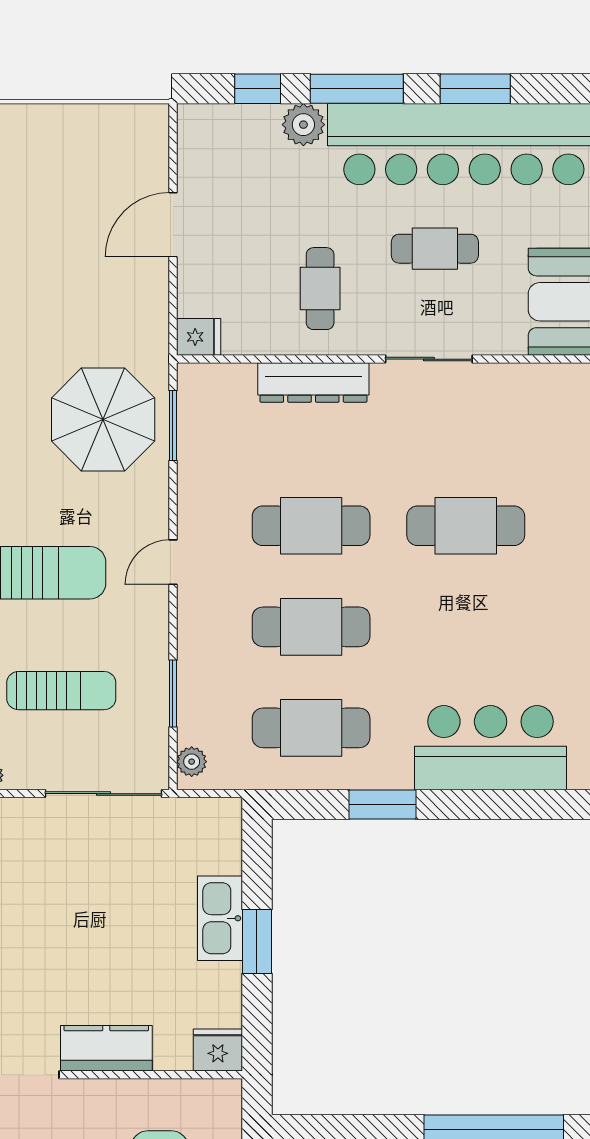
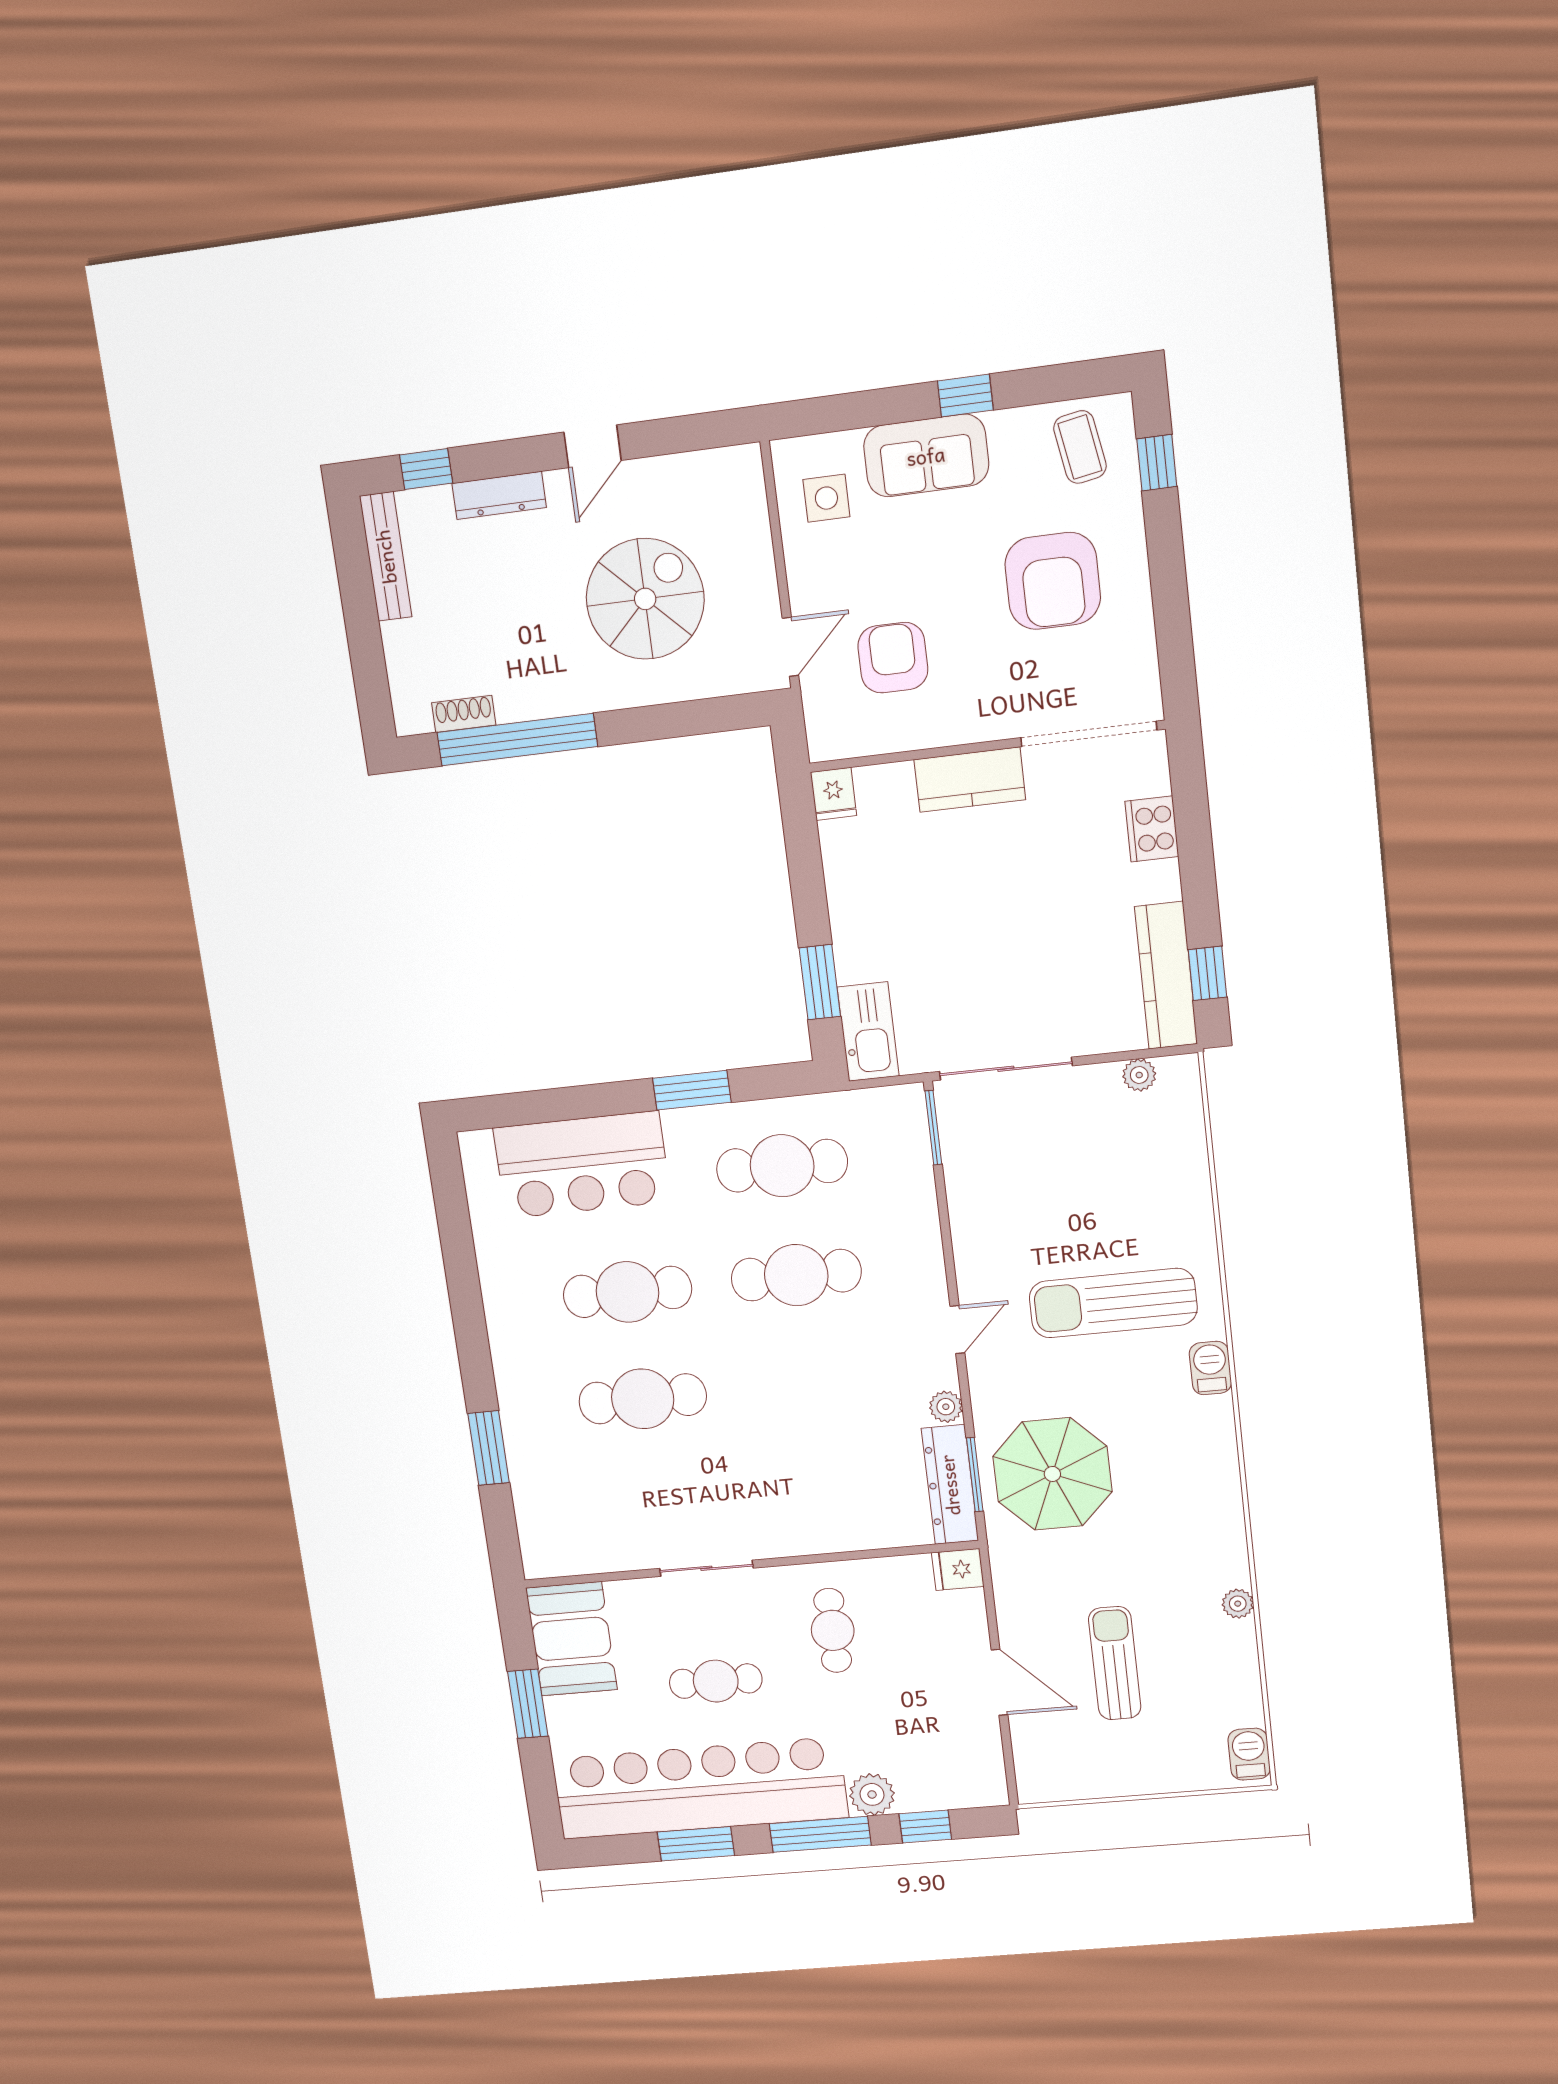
door: (173, 225) -> (999, 1682), hinge flipped
dresser: (313, 382) -> (950, 1485), moved, turned -90
cafe table: (311, 526) -> (627, 1292), moved
sun lounger: (61, 691) -> (1115, 1663), moved, turned 90
window: (173, 694) -> (933, 1128), moved
plant: (192, 762) -> (946, 1407), moved
kitchen sink: (220, 918) -> (868, 1032), moved
window: (257, 942) -> (820, 982), moved
fridge: (218, 1050) -> (833, 794), width x0.72

